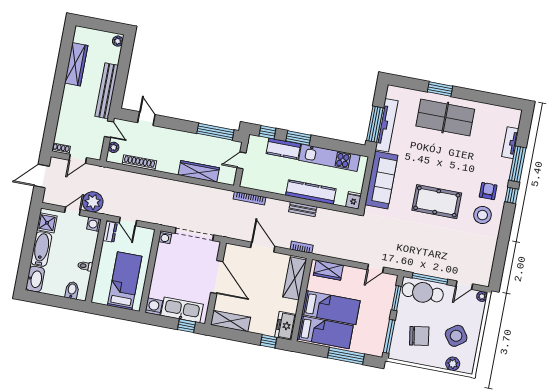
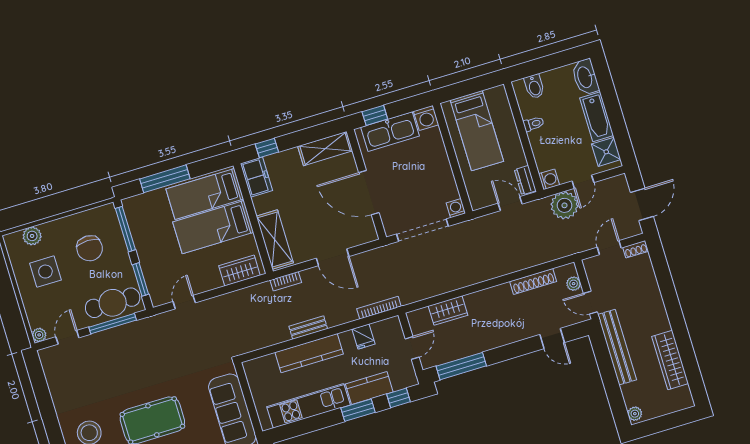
wardrobe: (199, 171) -> (448, 311), width x0.67
fridge: (354, 200) -> (363, 337), moved
chair: (419, 336) -> (90, 248), turned -81
side table: (456, 336) -> (45, 272), turned 35

